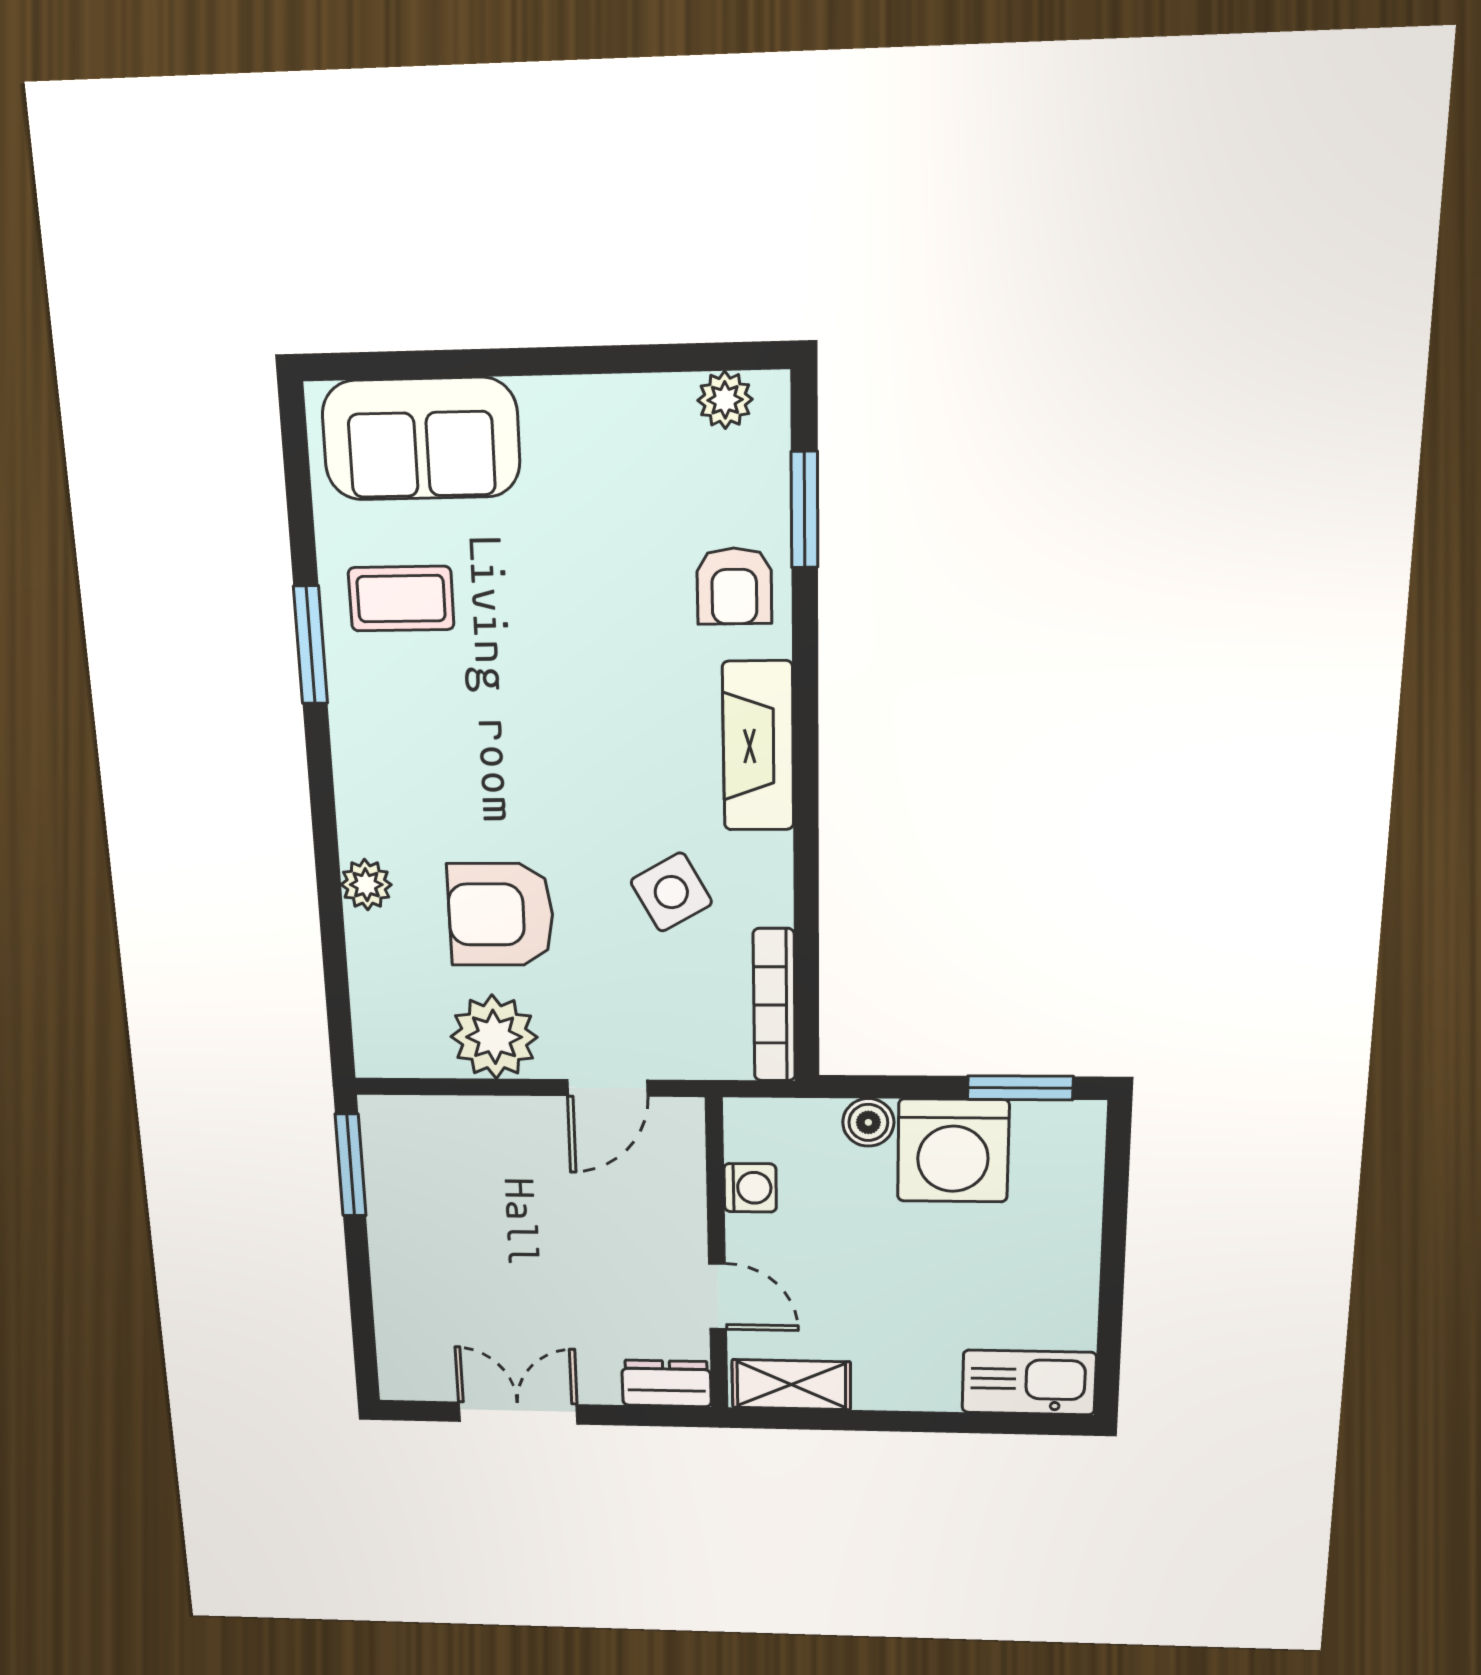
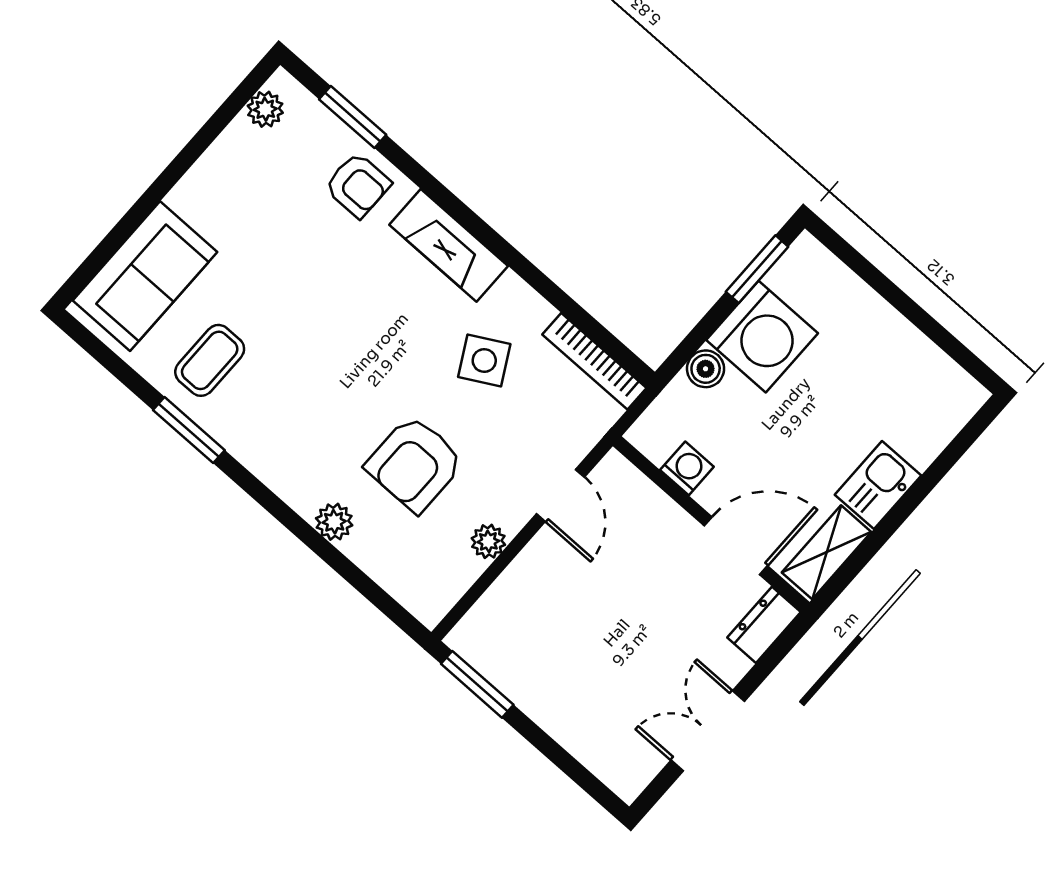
plant: (494, 1037) -> (488, 541), width x0.53, depth x0.53
door: (718, 1296) -> (736, 546), width x1.38
kitchen sink: (1029, 1382) -> (878, 485), moved, width x0.73

